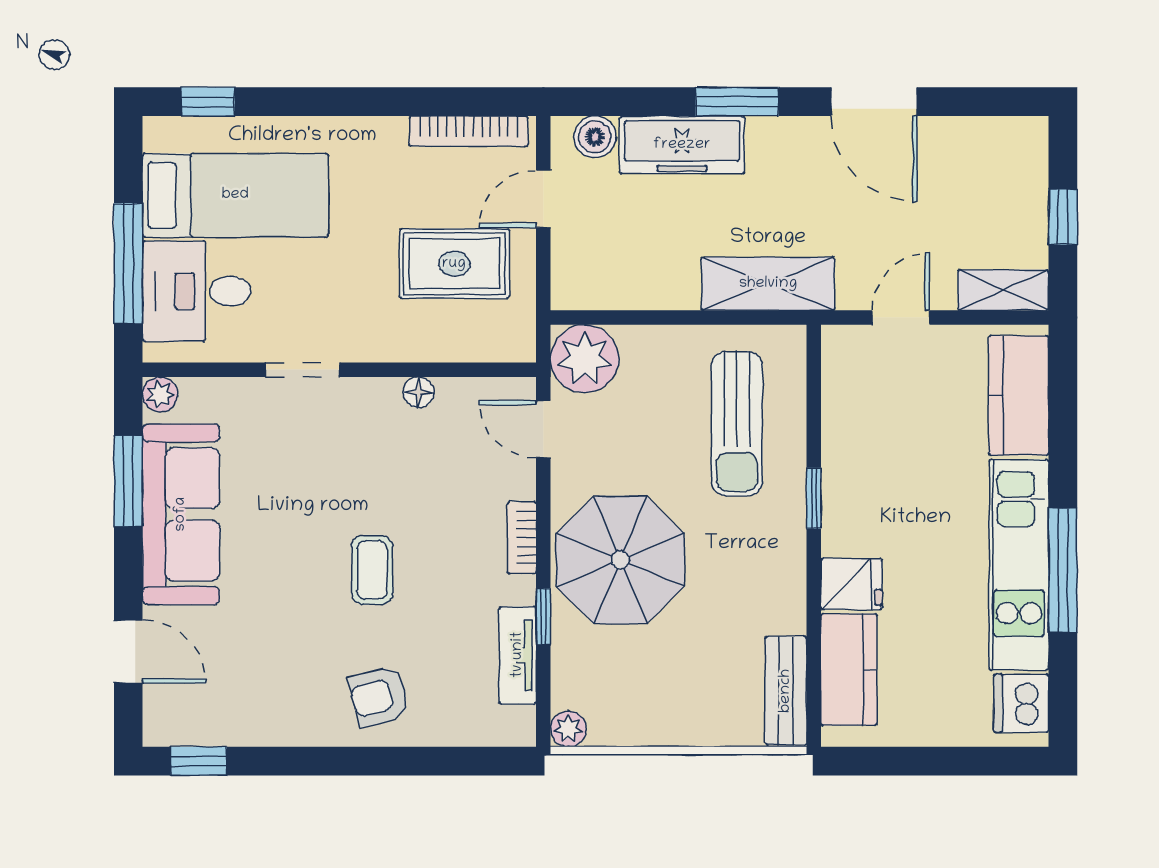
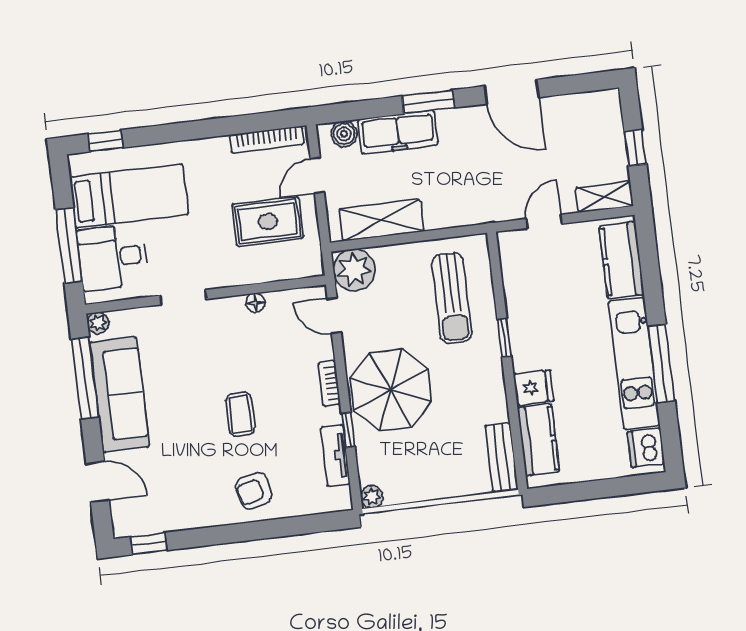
shelving: (768, 284) -> (381, 220), moved
window: (128, 481) -> (85, 378), width x1.44

